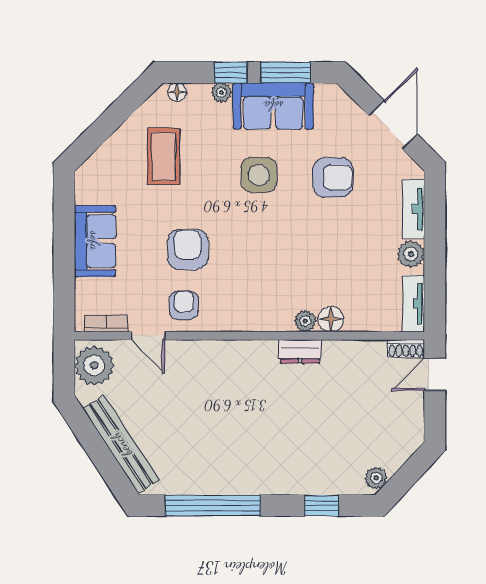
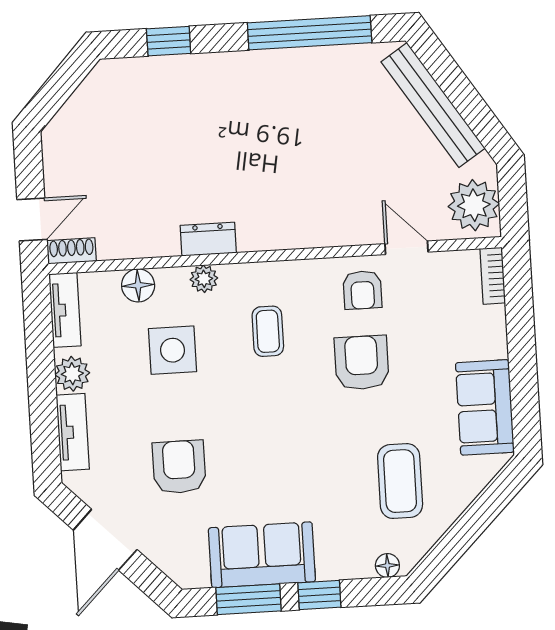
plant: (221, 93) -> (330, 568), removed
side table: (259, 175) -> (173, 350), moved
armchair: (333, 177) -> (179, 467), turned 90
sofa: (95, 241) -> (485, 407), moved
armchair: (188, 249) -> (362, 363), turned 180
coffee table: (259, 278) -> (268, 331), added
floor lamp: (331, 319) -> (138, 285), moved
bookcase: (107, 323) -> (493, 276), moved, turned 90
plant: (376, 478) -> (100, 81), removed

